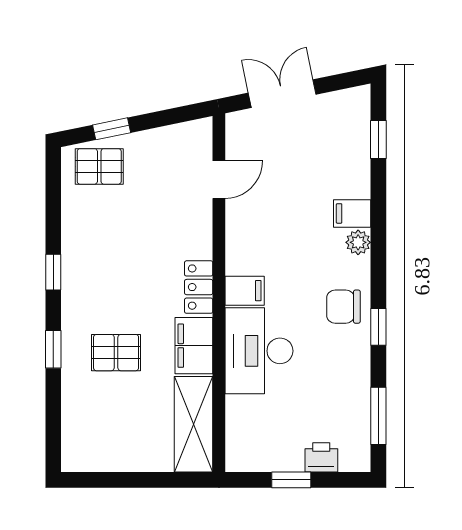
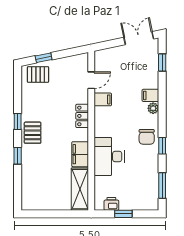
double door: (282, 94) -> (139, 38), moved
locker: (199, 287) -> (82, 116), moved
filing cabinet: (245, 291) -> (103, 99), moved
chair: (344, 307) -> (147, 137), turned -90
pallet: (116, 353) -> (33, 133), moved, turned 90
printer: (321, 457) -> (111, 204), moved

